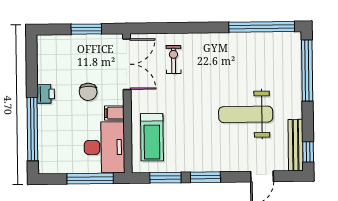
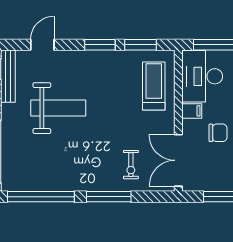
window: (195, 28) -> (109, 197), added
chair: (88, 92) -> (218, 133), turned 90

